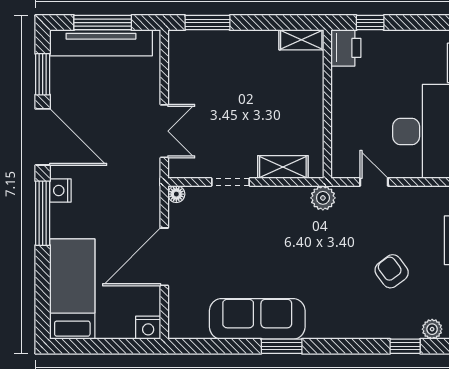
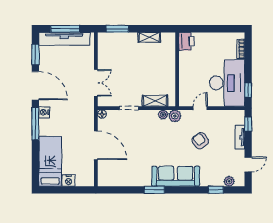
window: (370, 23) -> (198, 29), removed
shelving: (301, 40) -> (149, 37), moved
door: (374, 182) -> (200, 108), hinge flipped
plant: (299, 195) -> (163, 115), added
door: (164, 257) -> (96, 145), swing flipped
armchair: (392, 271) -> (200, 141), moved
sofa: (257, 319) -> (176, 176), moved
nightstand: (148, 328) -> (69, 181), moved

